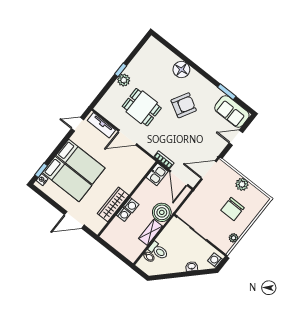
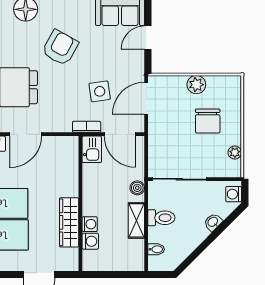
side table: (186, 146) -> (100, 91), added
washing machine: (131, 205) -> (90, 241), moved
boiler: (162, 212) -> (137, 188), width x0.54, depth x0.54
toilet: (158, 251) -> (161, 218), moved

